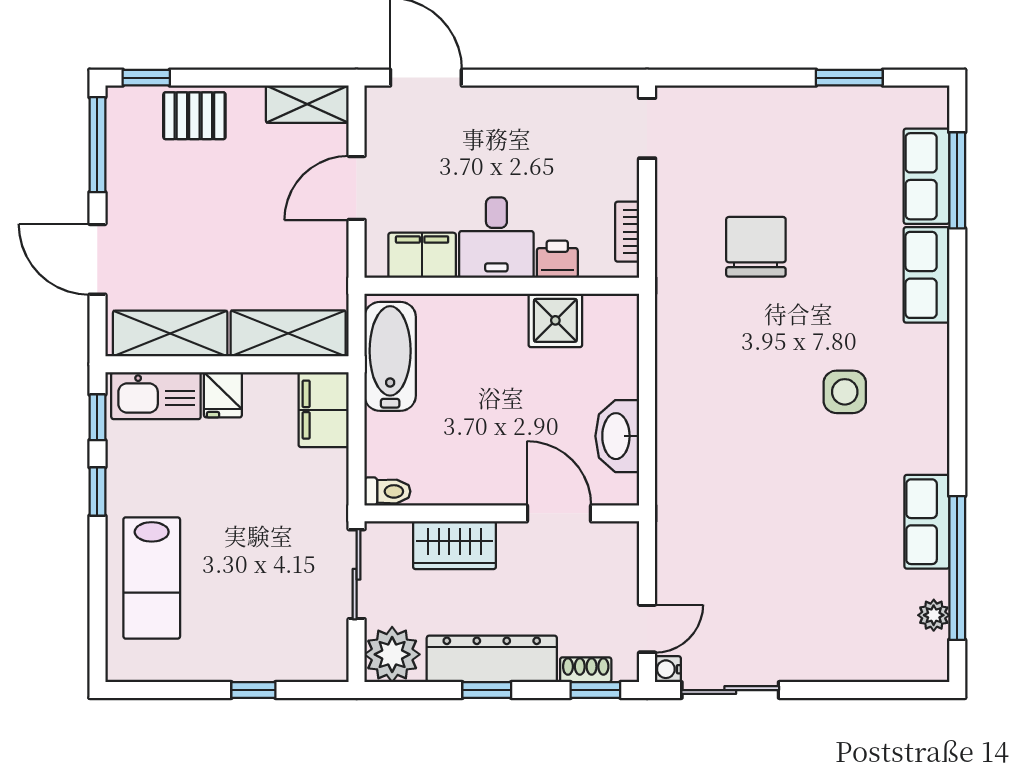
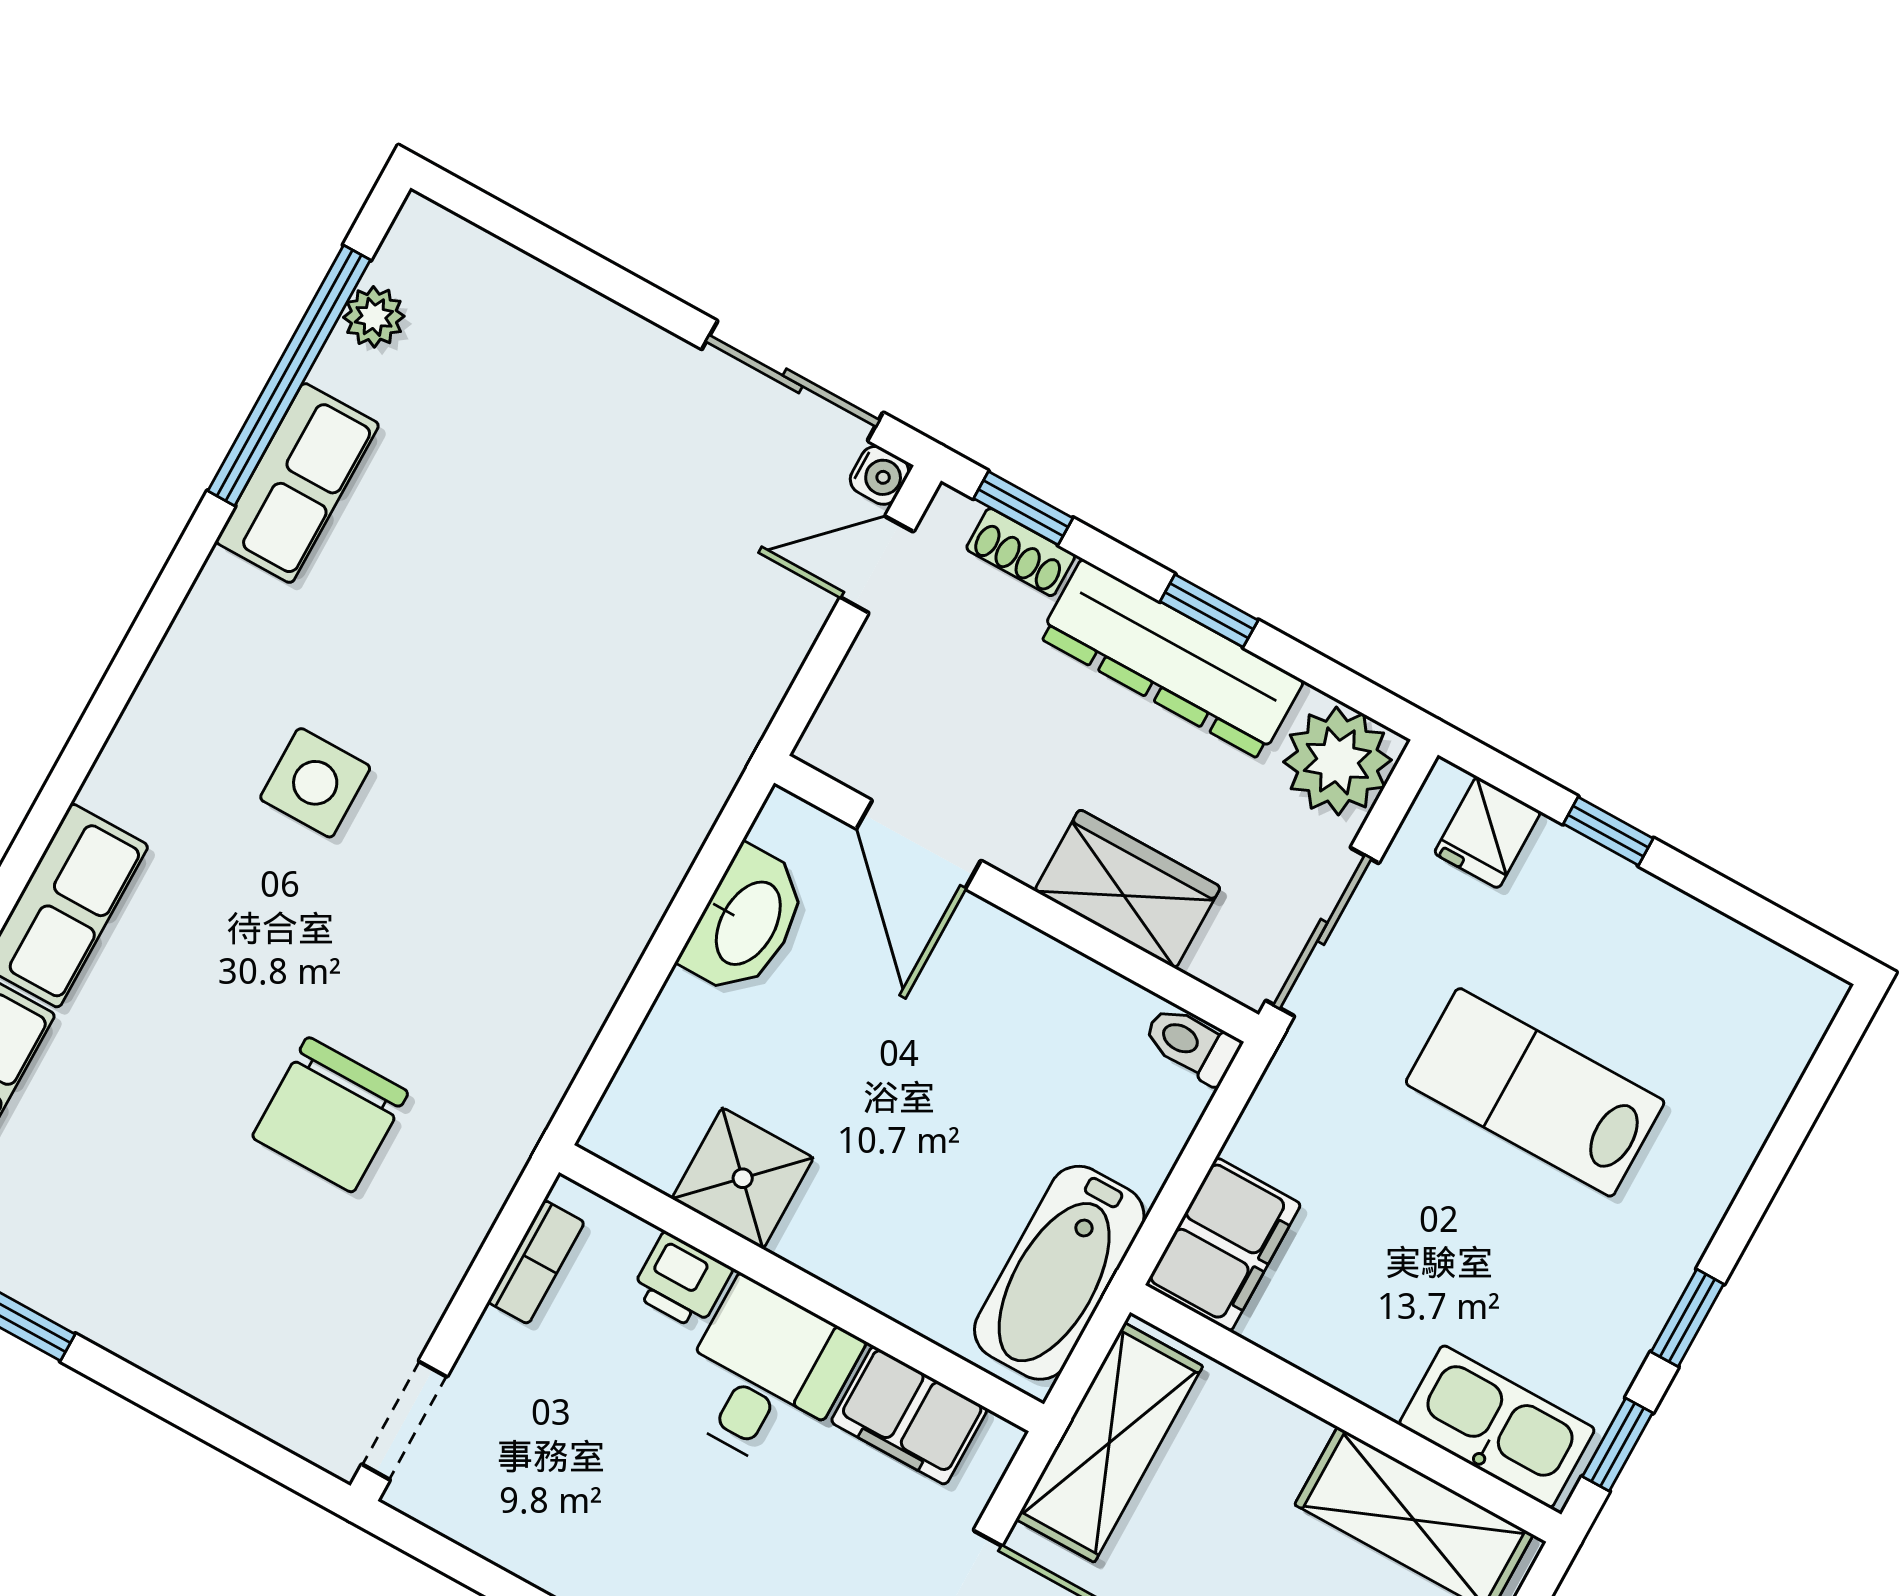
shelving: (288, 333) -> (1109, 1443), moved, turned 90
fridge: (223, 395) -> (1487, 833), moved, turned 180
lab bench: (152, 578) -> (1535, 1092), moved, turned -90

